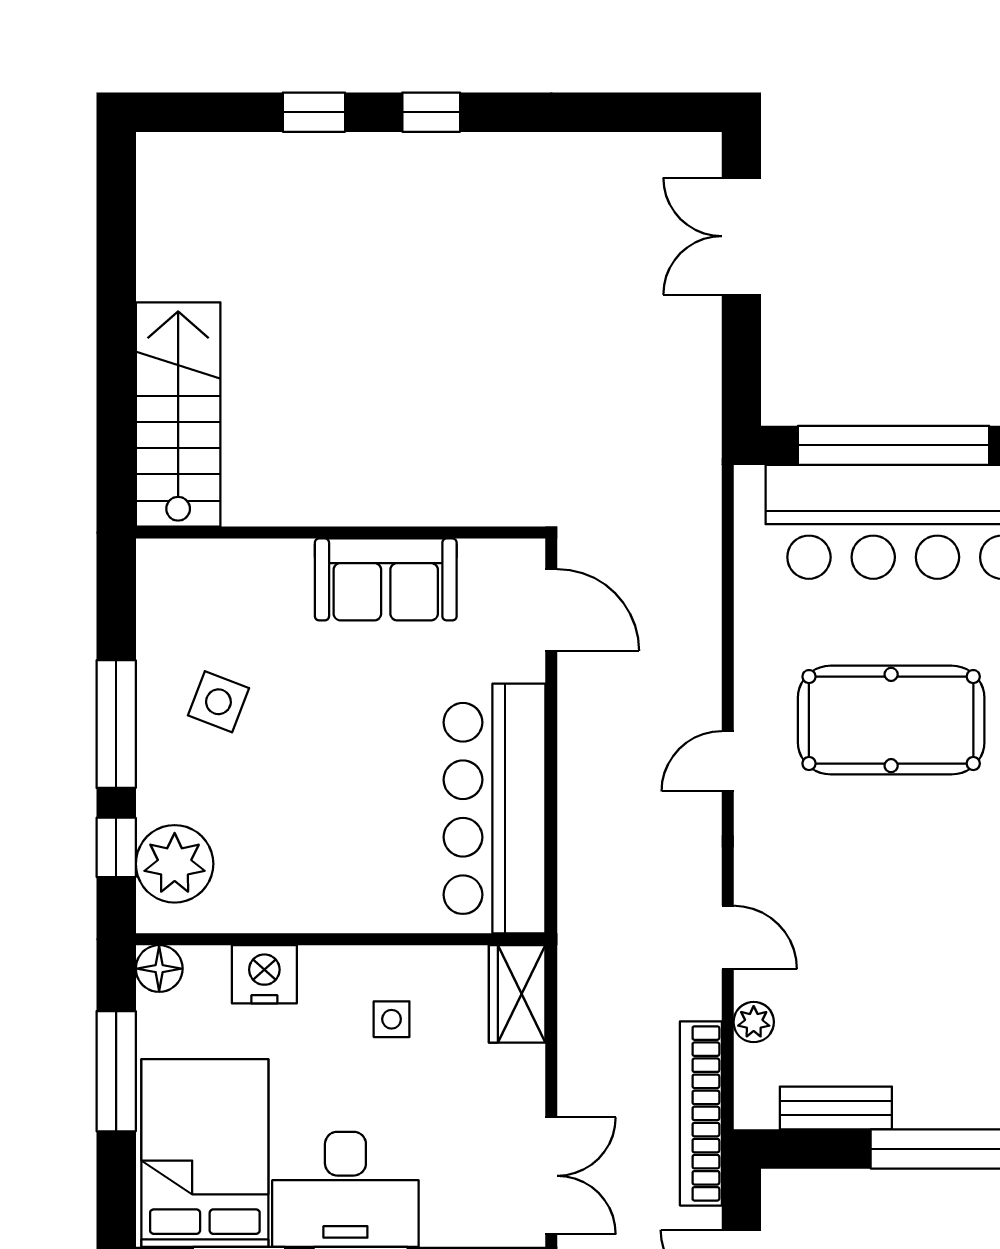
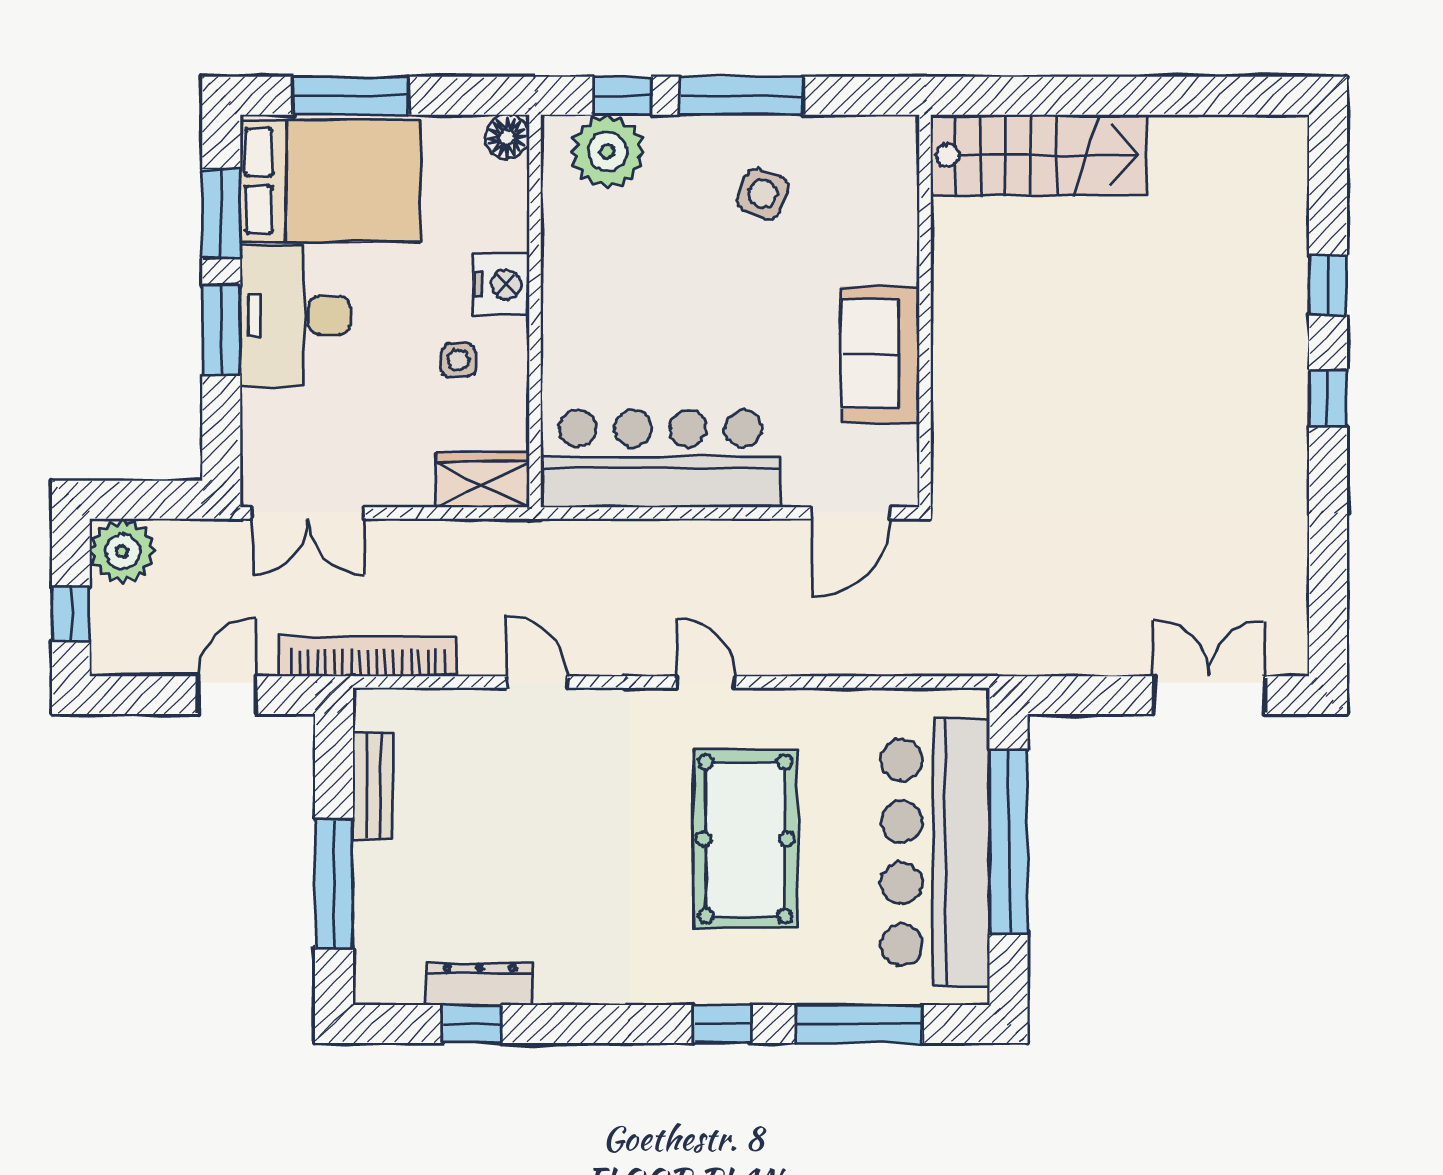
door: (728, 937) -> (537, 682), swing flipped
nightstand: (264, 974) -> (501, 284), moved
plant: (754, 1022) -> (456, 707), removed
window: (116, 1071) -> (350, 96), moved

